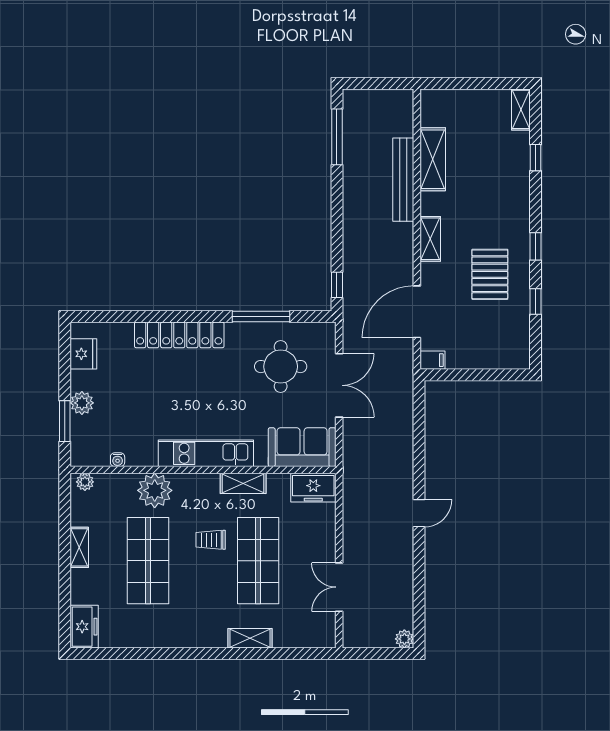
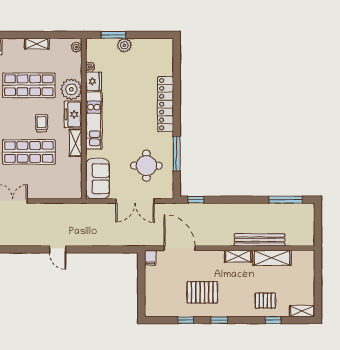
pallet: (503, 170) -> (265, 301), added
shelving: (430, 239) -> (238, 256), moved
fridge: (83, 354) -> (94, 81), moved, turned -90
freezer: (313, 488) -> (73, 114), moved

